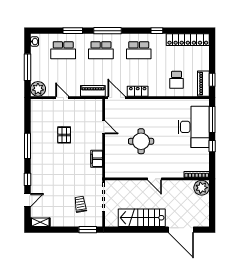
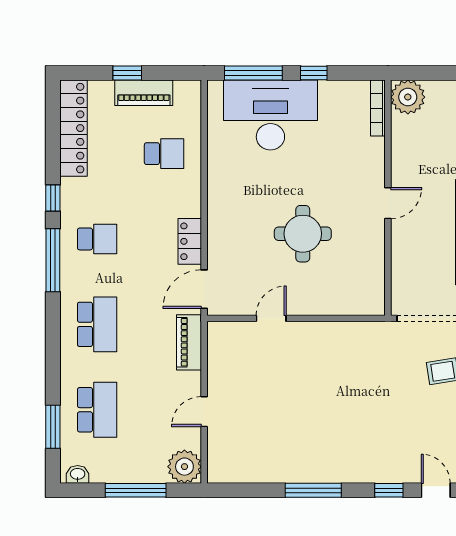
window: (73, 31) -> (53, 427), moved
window: (108, 31) -> (53, 260), moved
school desk: (139, 50) -> (97, 239), width x0.54
window: (212, 80) -> (127, 73), moved
piano: (203, 84) -> (144, 93), moved
pallet: (64, 135) -> (289, 408), removed
filing cabinet: (97, 159) -> (342, 334), removed

